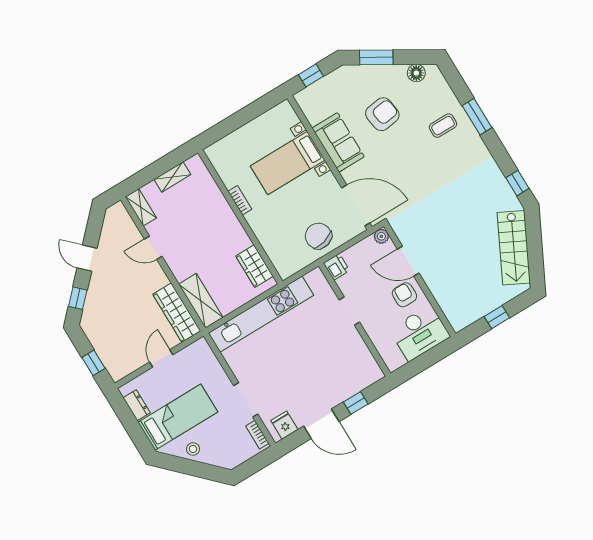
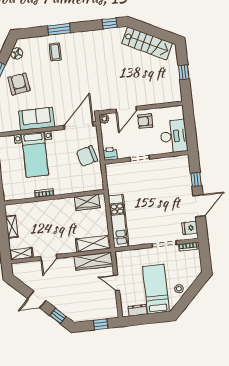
armchair: (382, 114) -> (19, 84), moved
kitchen unit: (261, 314) -> (119, 221), width x0.73
desk: (420, 333) -> (174, 136), moved

